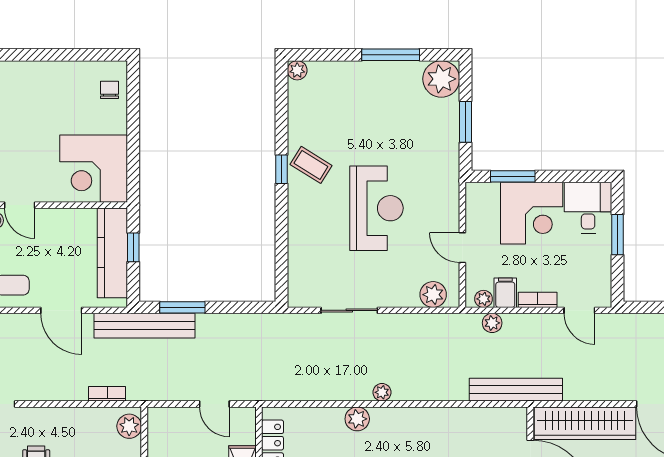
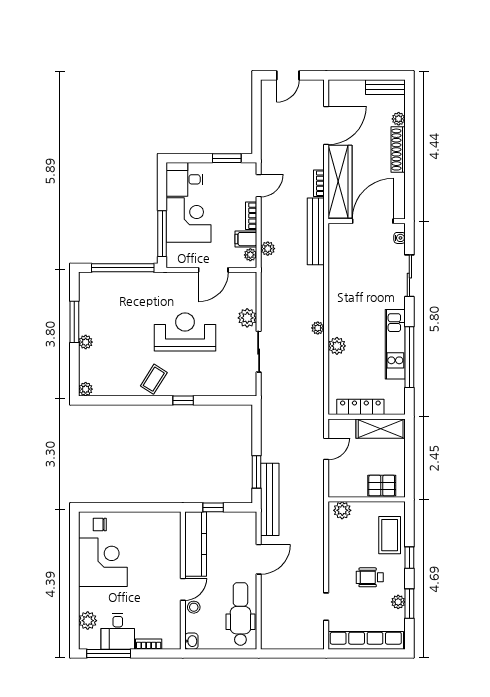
plant: (441, 79) -> (86, 342), moved, width x0.53, depth x0.53
window: (465, 122) -> (123, 268), width x2.11
corner desk: (94, 169) -> (103, 562), moved, turned -90
window: (282, 169) -> (183, 400), moved
window: (513, 176) -> (162, 234), width x1.44
window: (618, 235) -> (227, 158), moved
door: (462, 248) -> (213, 270), width x1.38
kitchen counter: (112, 253) -> (196, 544), moved, turned -90
plant: (433, 295) -> (247, 318), moved
bookcase: (107, 394) -> (319, 183), moved

